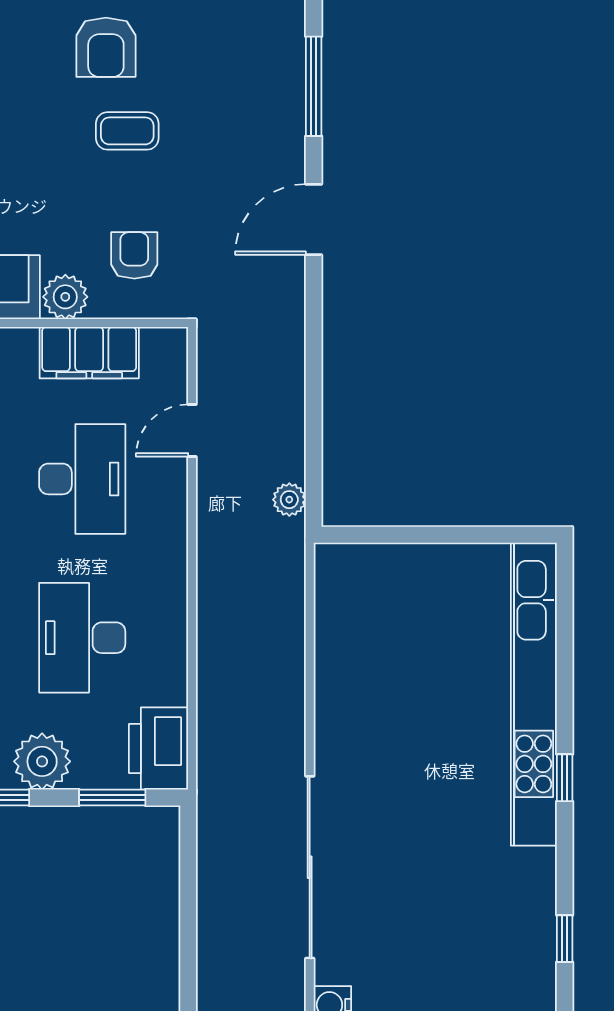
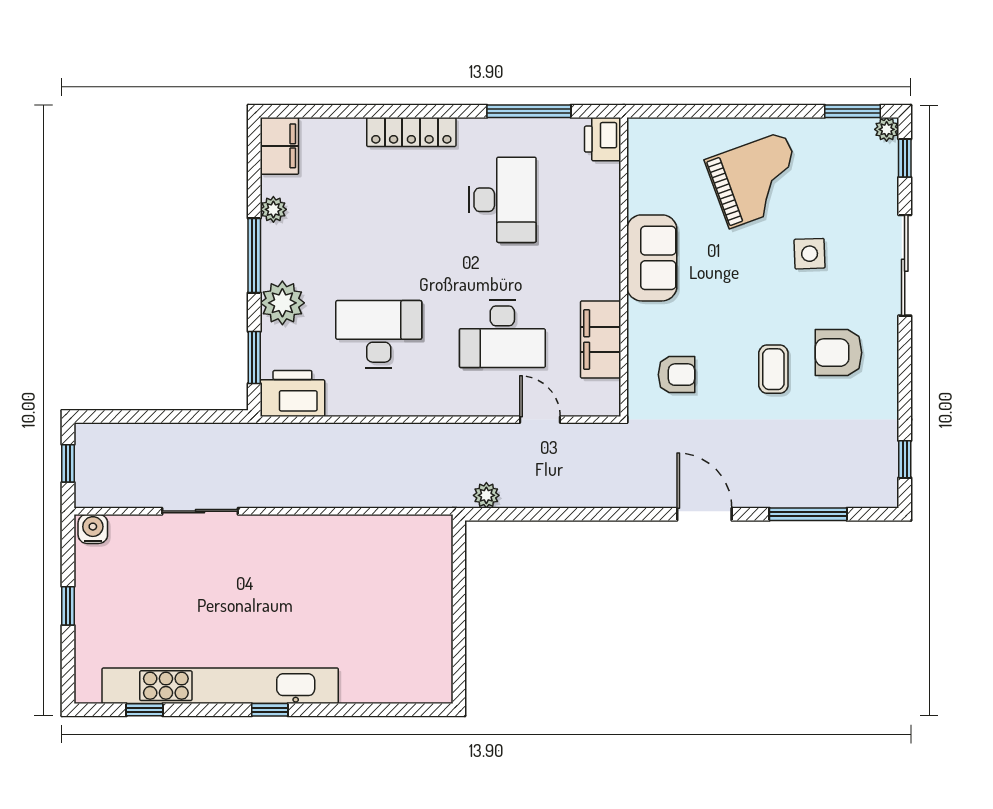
plant: (65, 297) -> (644, 321), removed
kitchen unit: (534, 694) -> (220, 686), moved
sliding door: (310, 867) -> (200, 511), width x0.54

